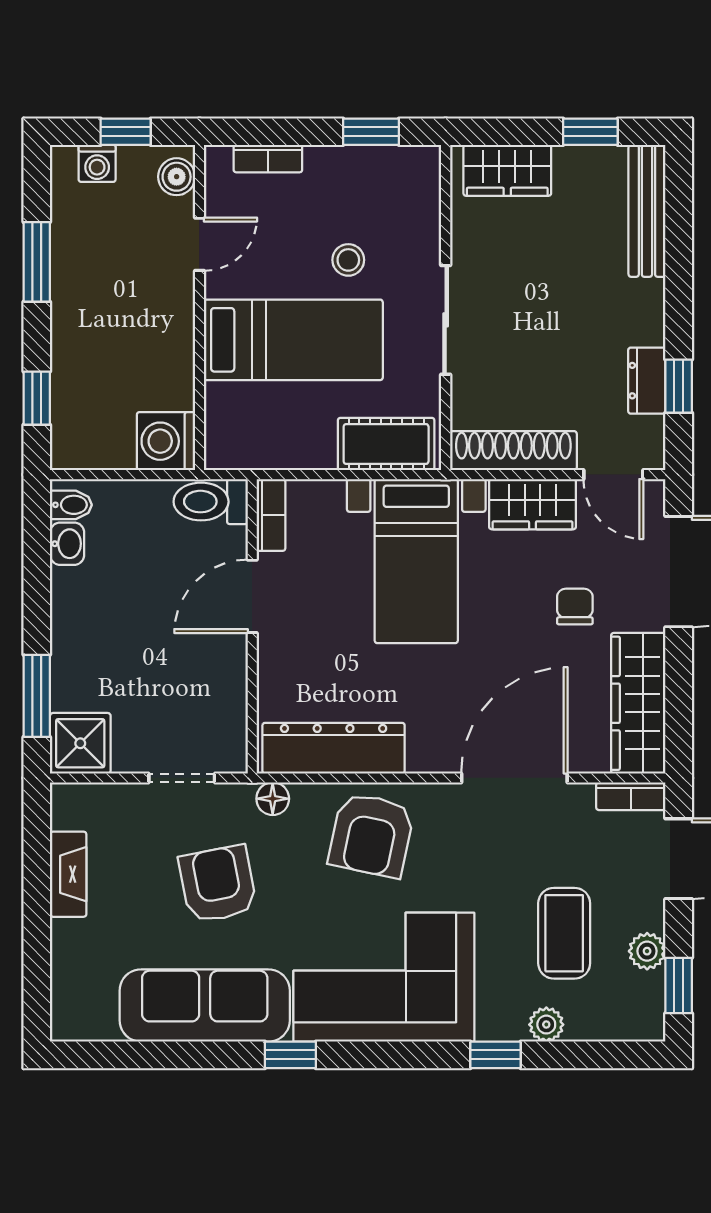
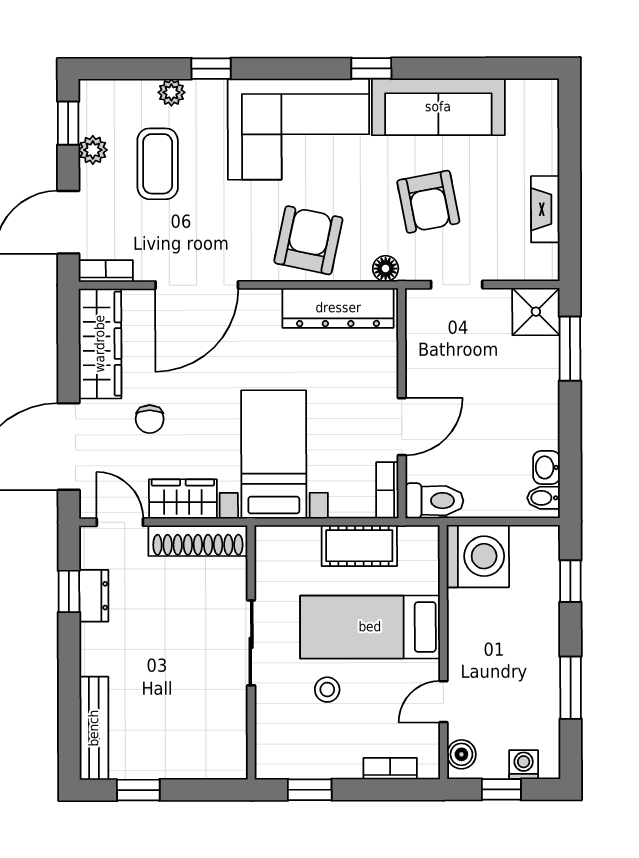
wardrobe: (507, 170) -> (203, 760), removed
washing machine: (166, 441) -> (478, 556), width x1.37, depth x1.37
cot: (386, 444) -> (359, 546), moved

